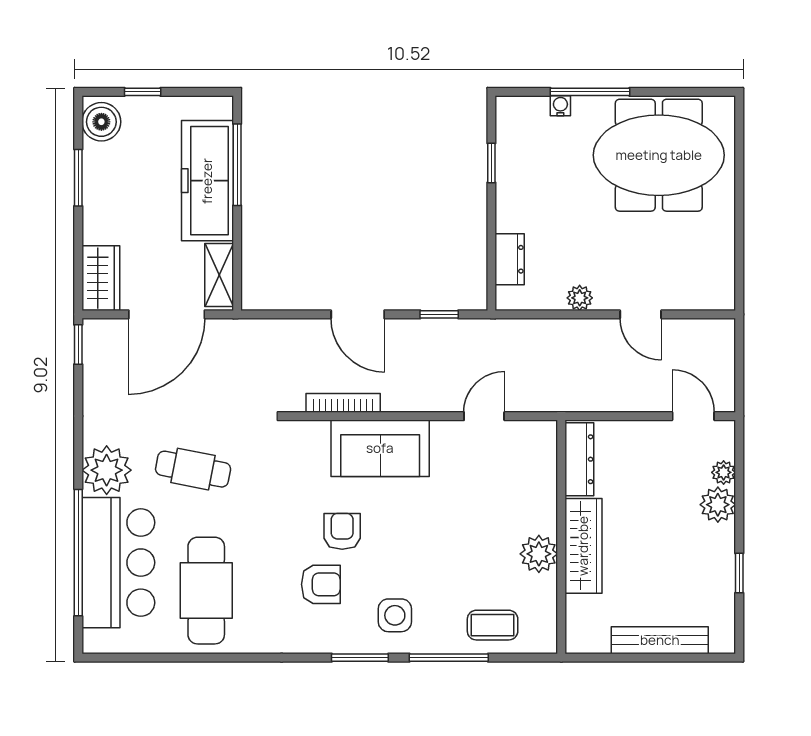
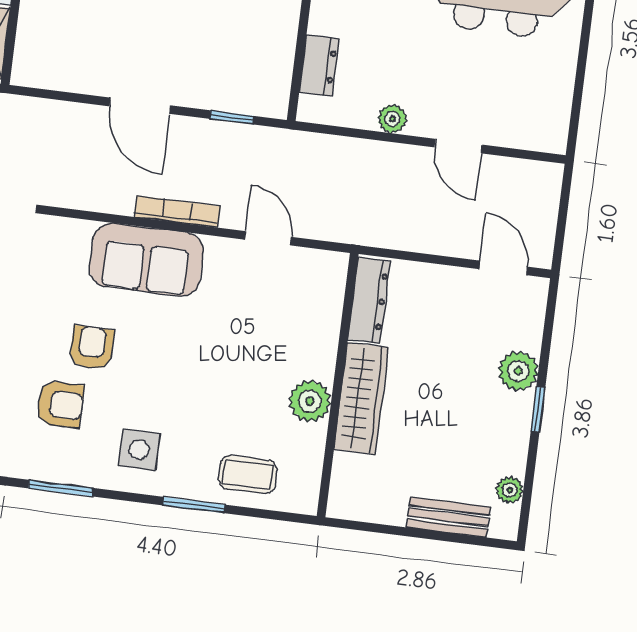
bookcase: (343, 403) -> (177, 212), moved
door: (484, 416) -> (268, 238), hinge flipped
plant: (724, 472) -> (510, 490), moved
window: (739, 573) -> (538, 409), moved
bench: (660, 640) -> (448, 517), width x0.73
window: (360, 658) -> (61, 488), moved
window: (449, 658) -> (194, 505), width x0.69

